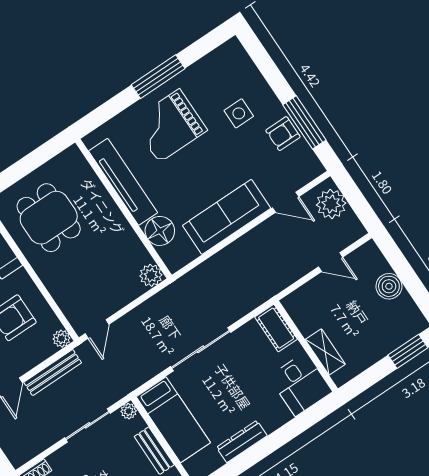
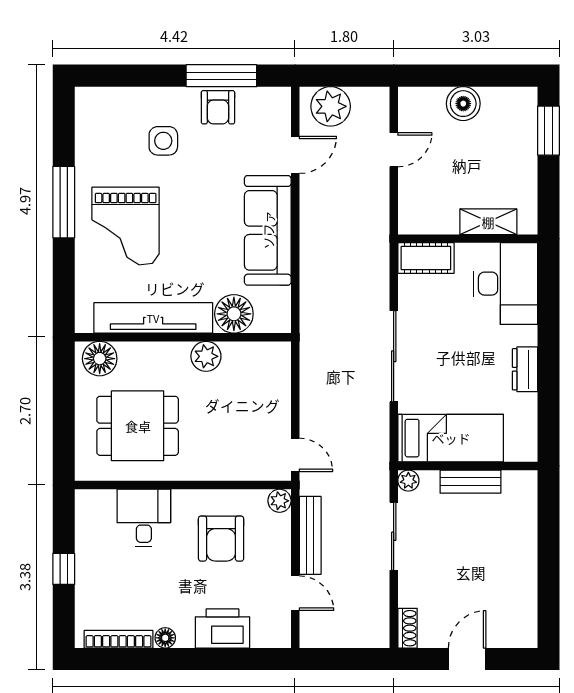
floor lamp: (75, 165) -> (100, 359), added
plant: (151, 275) -> (206, 356), moved
desk: (301, 384) -> (505, 284), width x1.37
dresser: (242, 442) -> (525, 369), width x0.70

